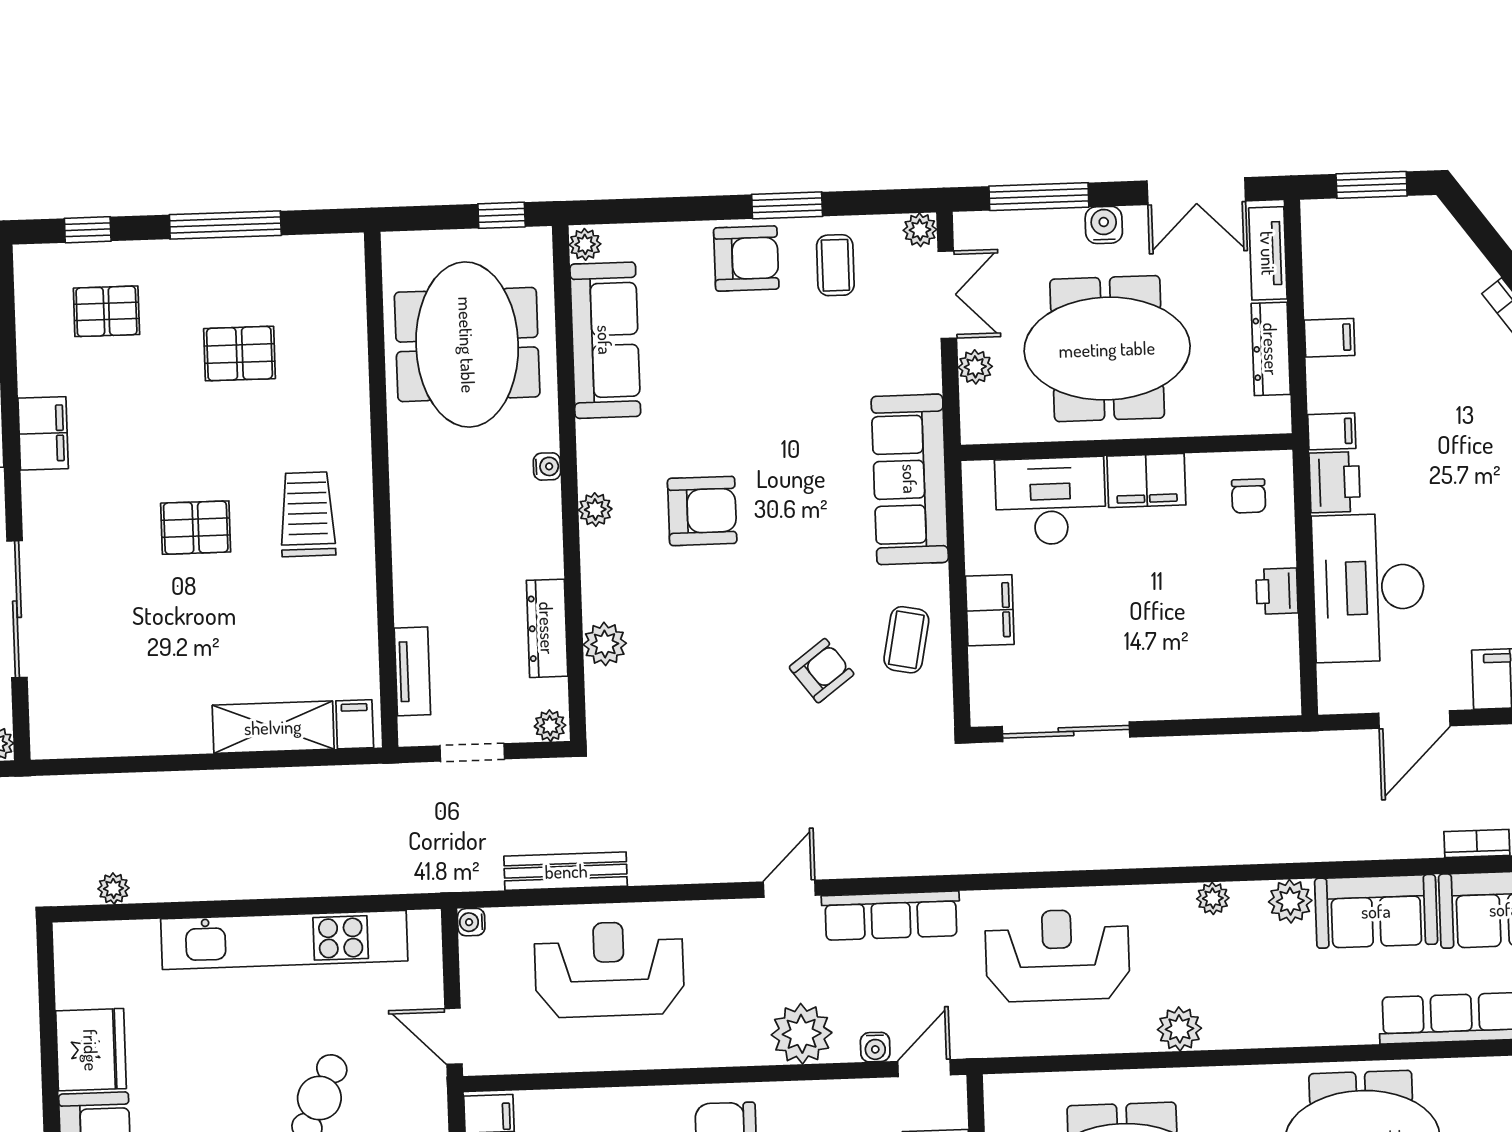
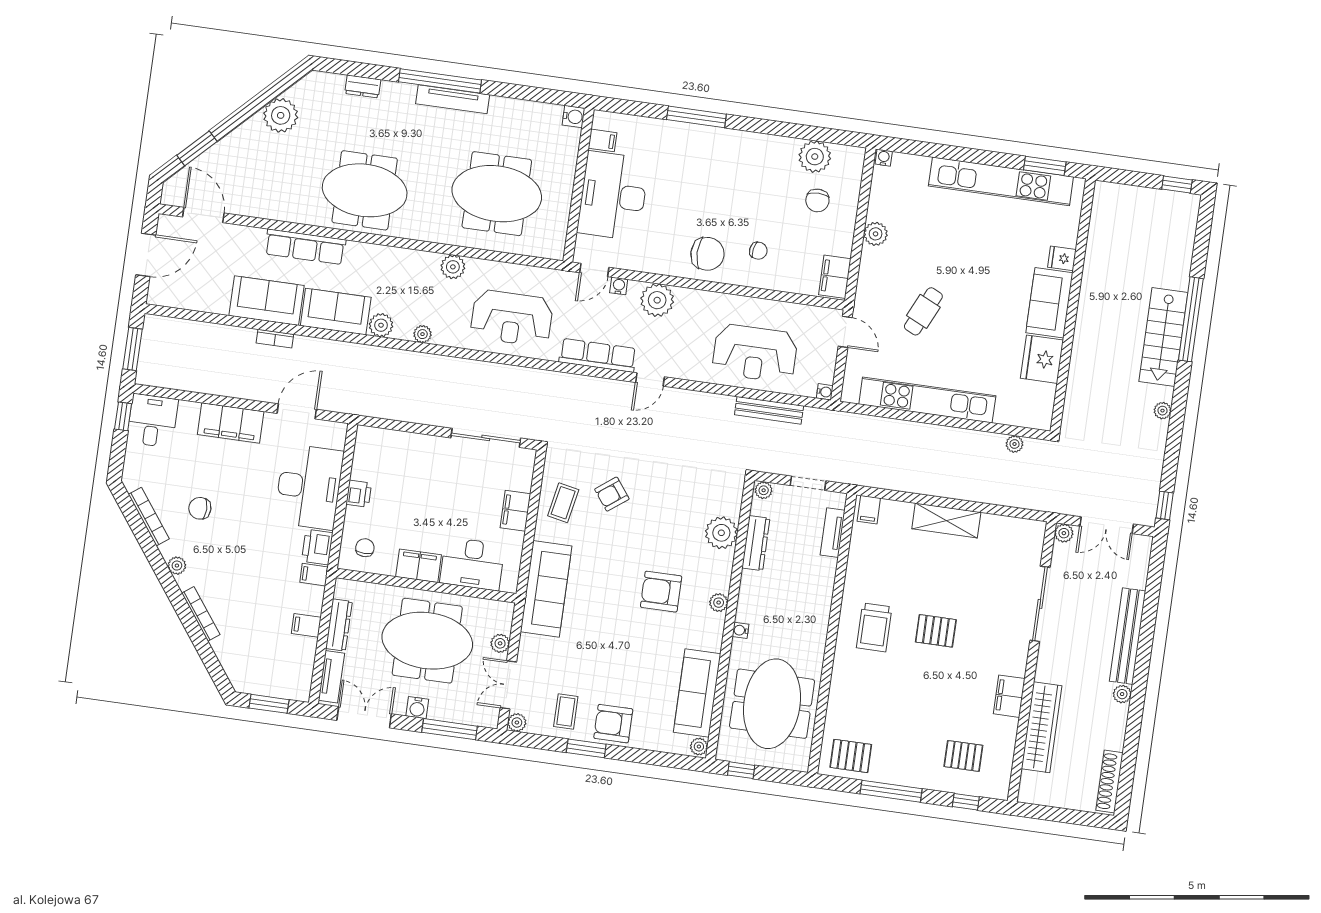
pallet: (240, 354) -> (851, 756), moved
plant: (605, 644) -> (721, 533), width x1.36, depth x1.36
shelving: (273, 727) -> (946, 520), moved

